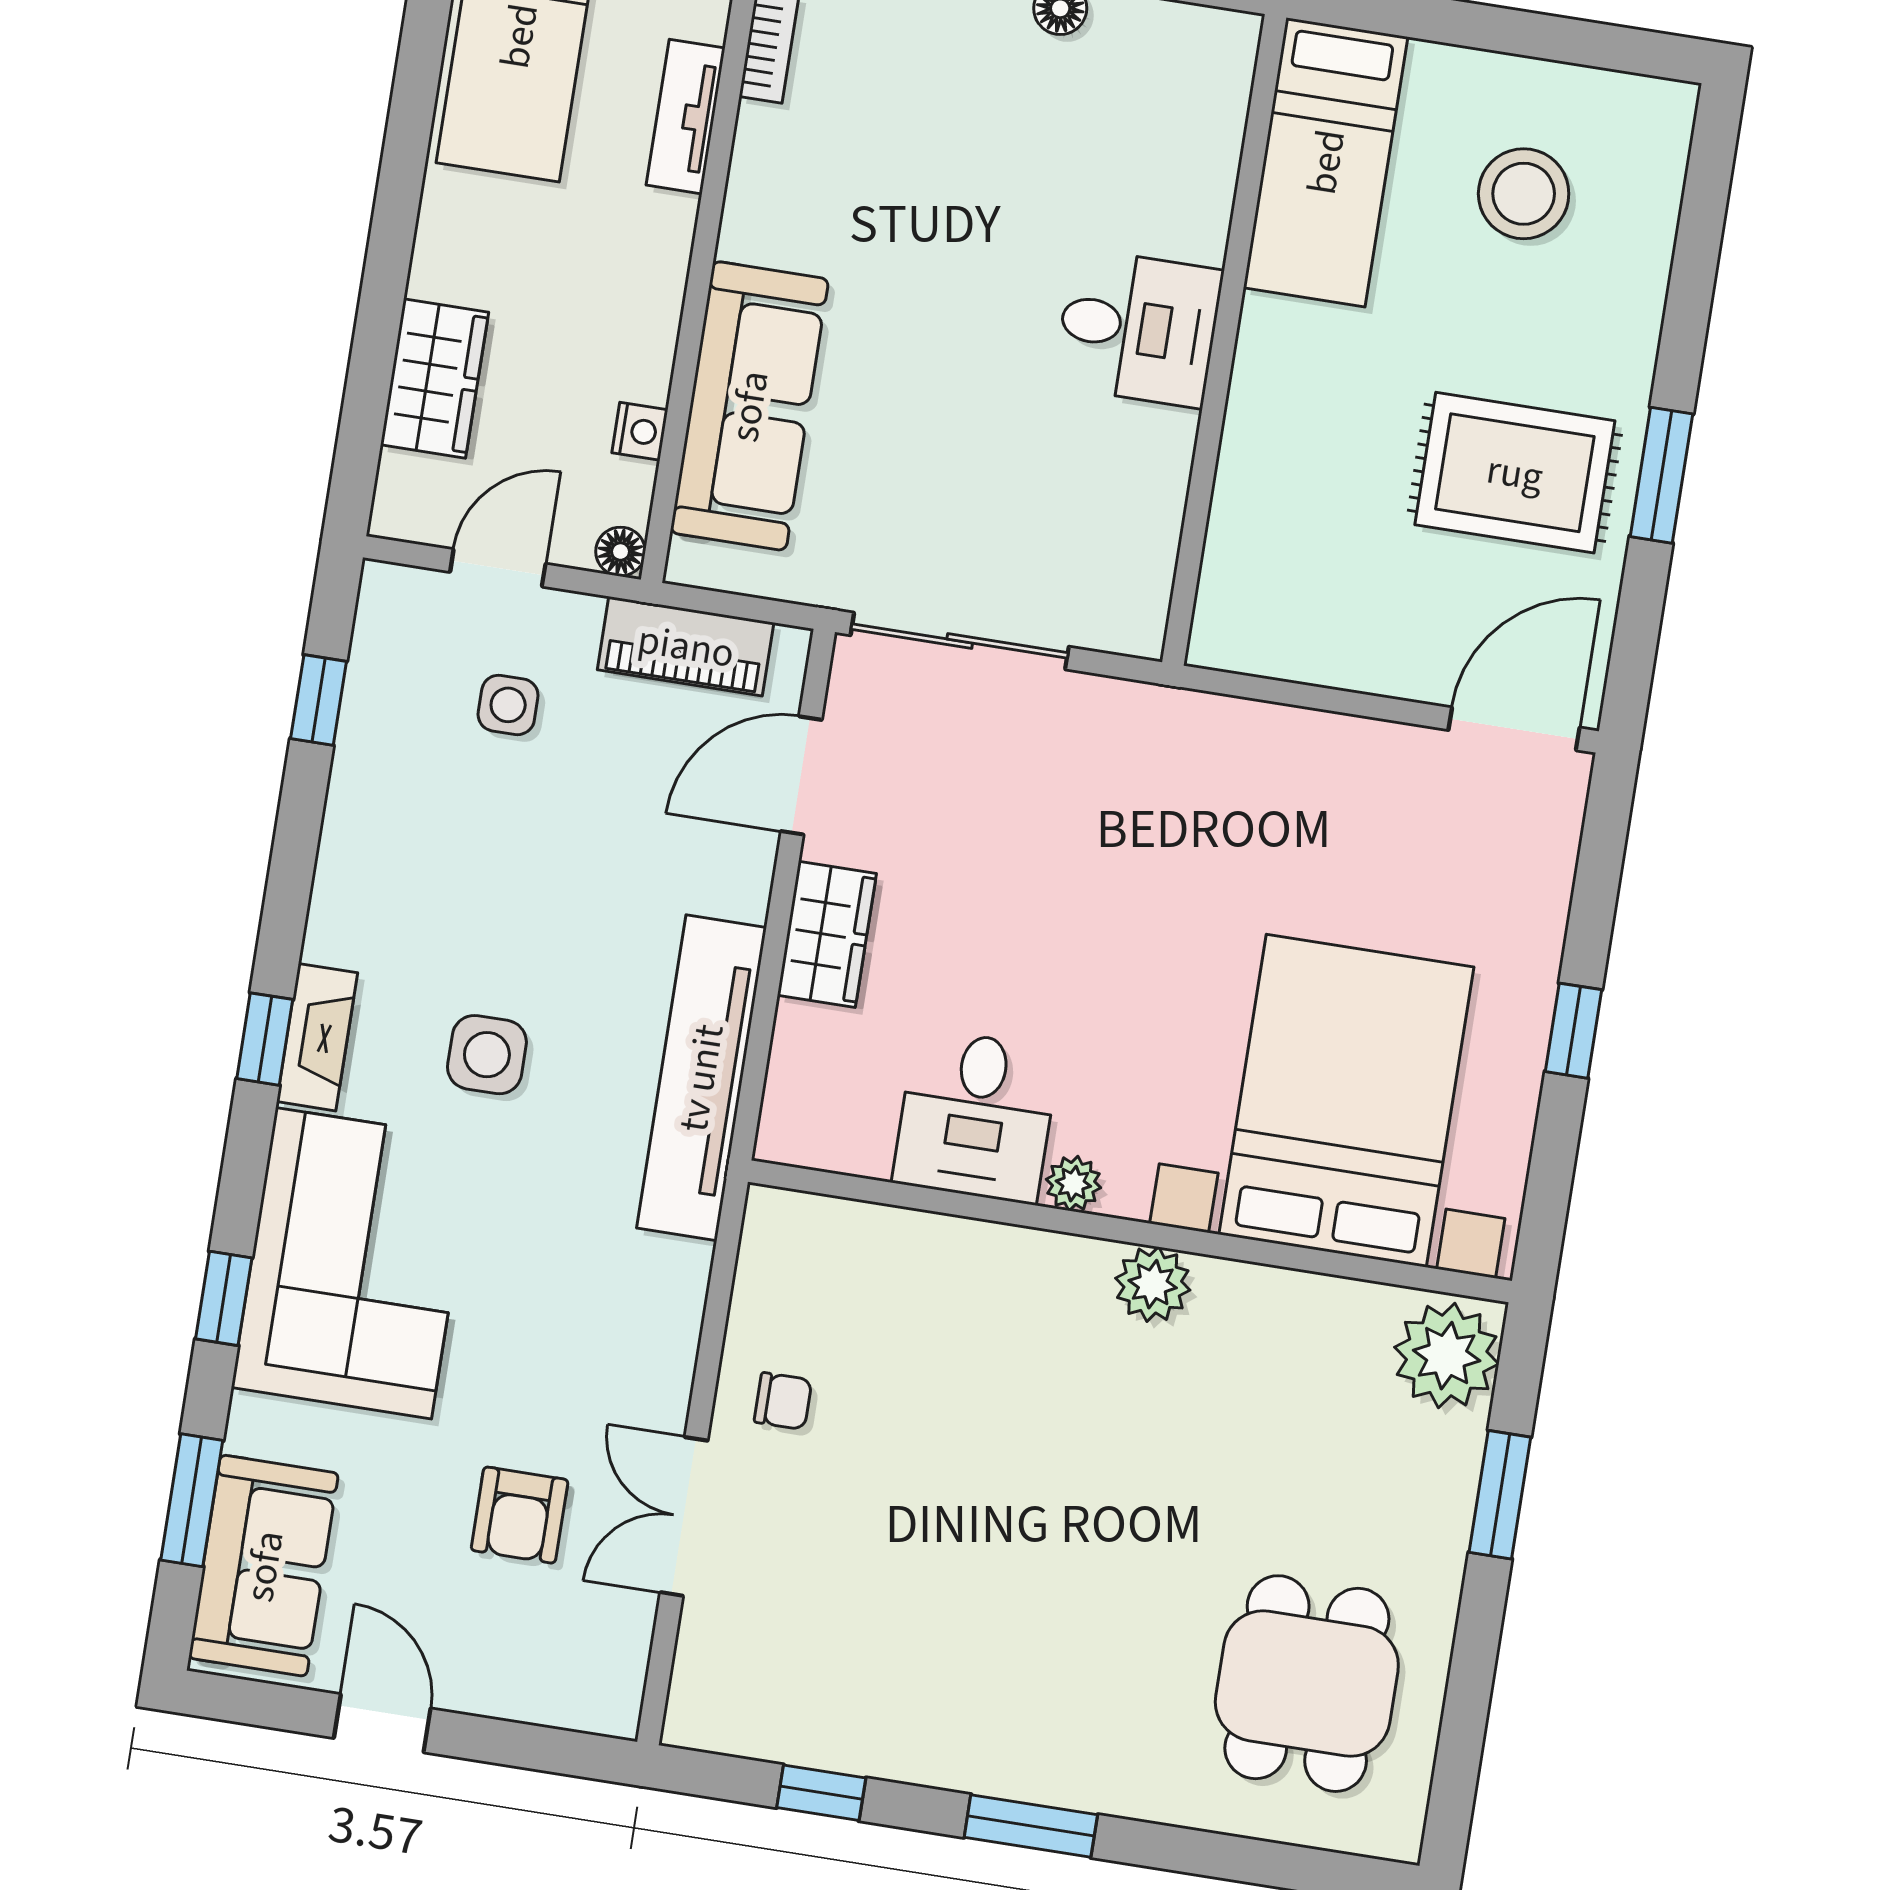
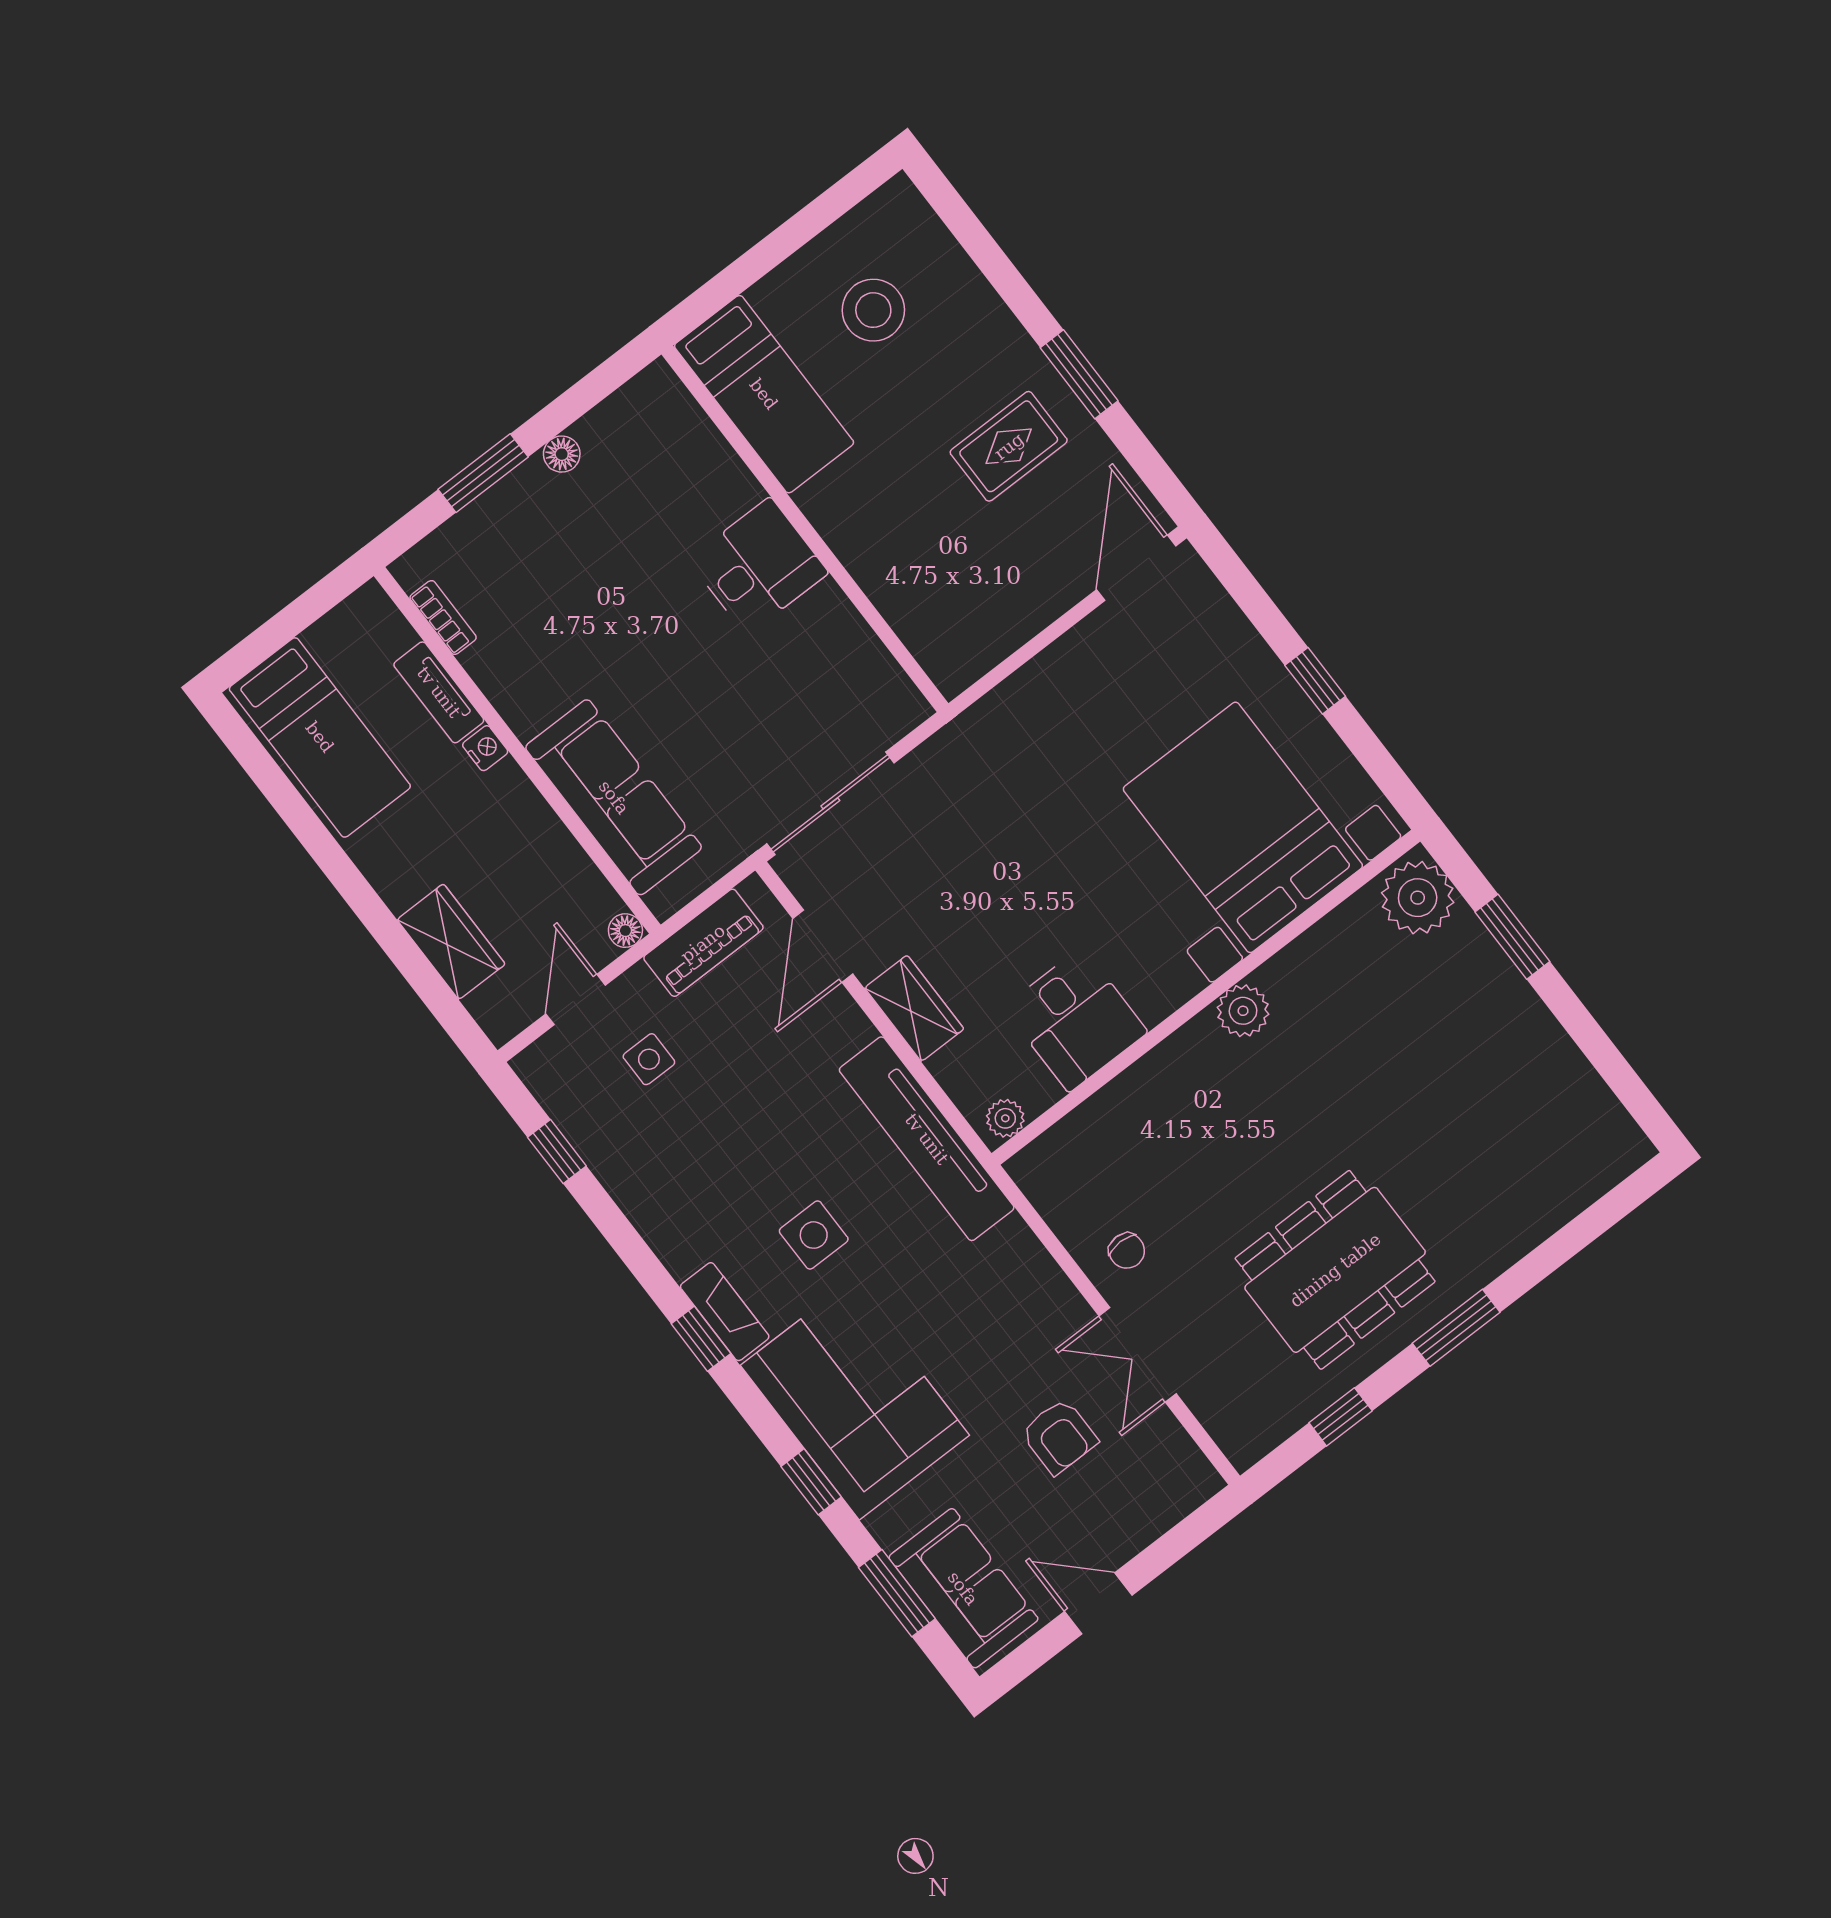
nightstand: (640, 431) -> (485, 748), moved
rug: (1515, 473) -> (1009, 446), width x0.73, depth x0.70
plant: (1073, 1184) -> (1005, 1118), moved
chair: (783, 1401) -> (1127, 1251), turned 90
dining table: (1307, 1684) -> (1335, 1270), moved, width x1.38

